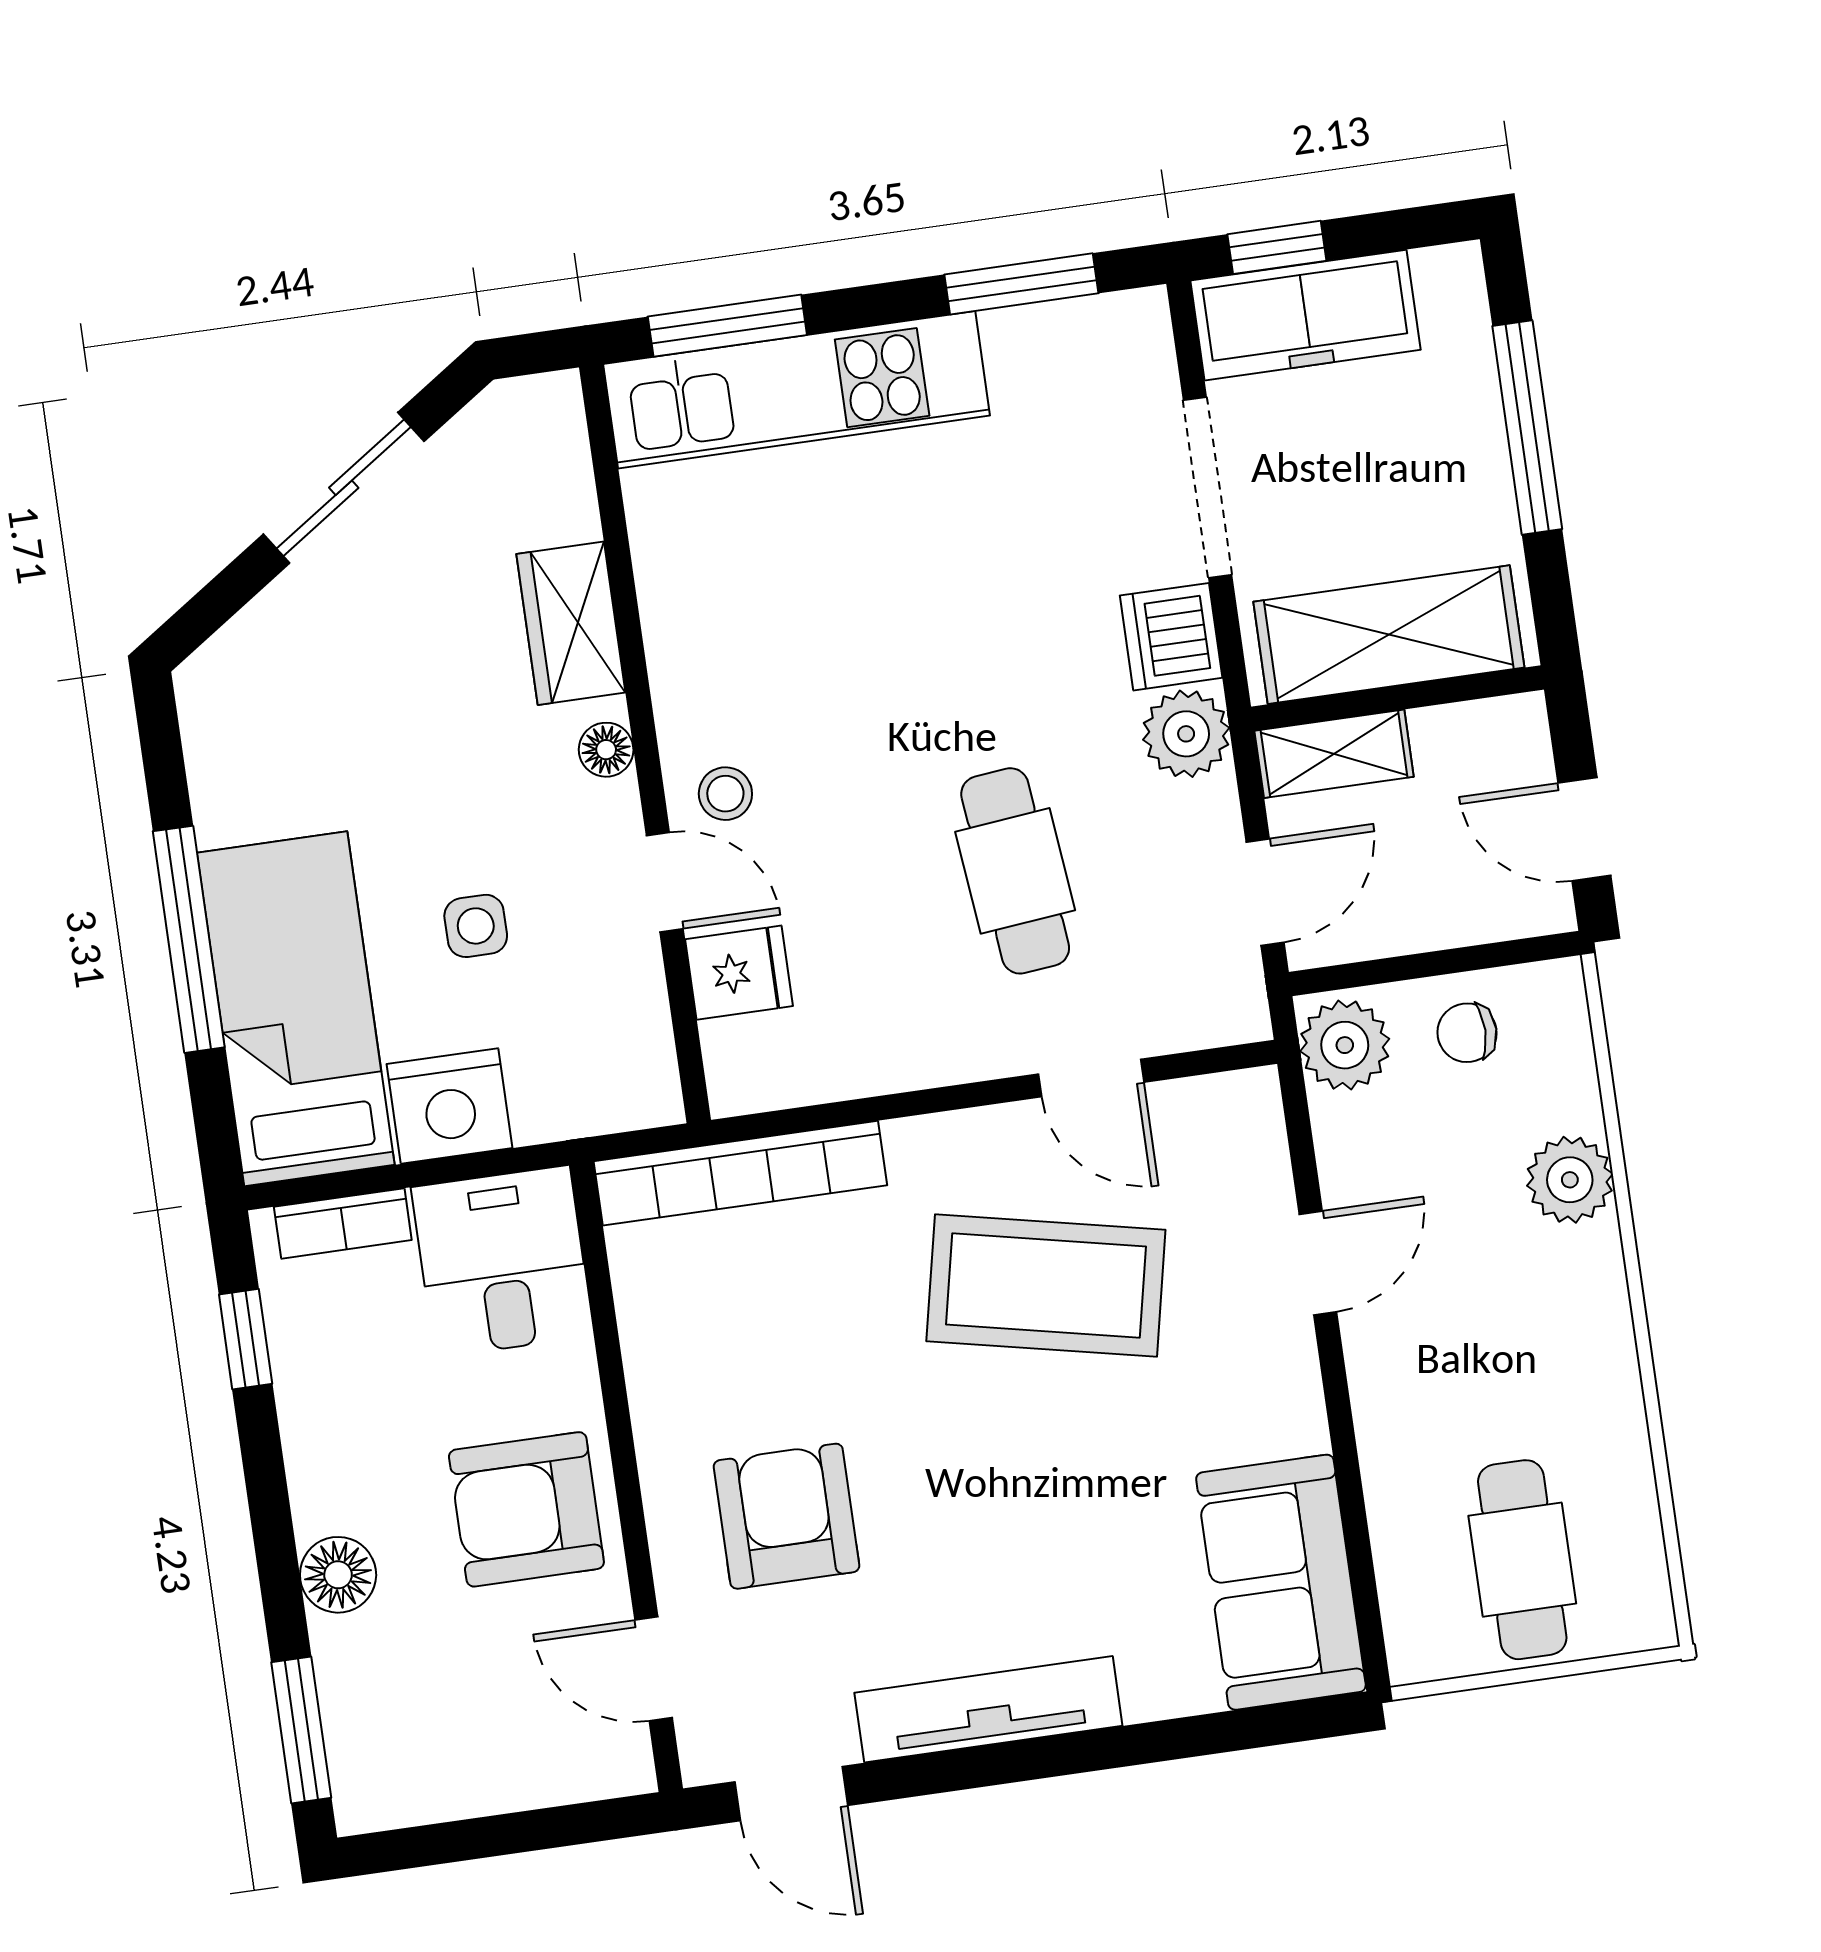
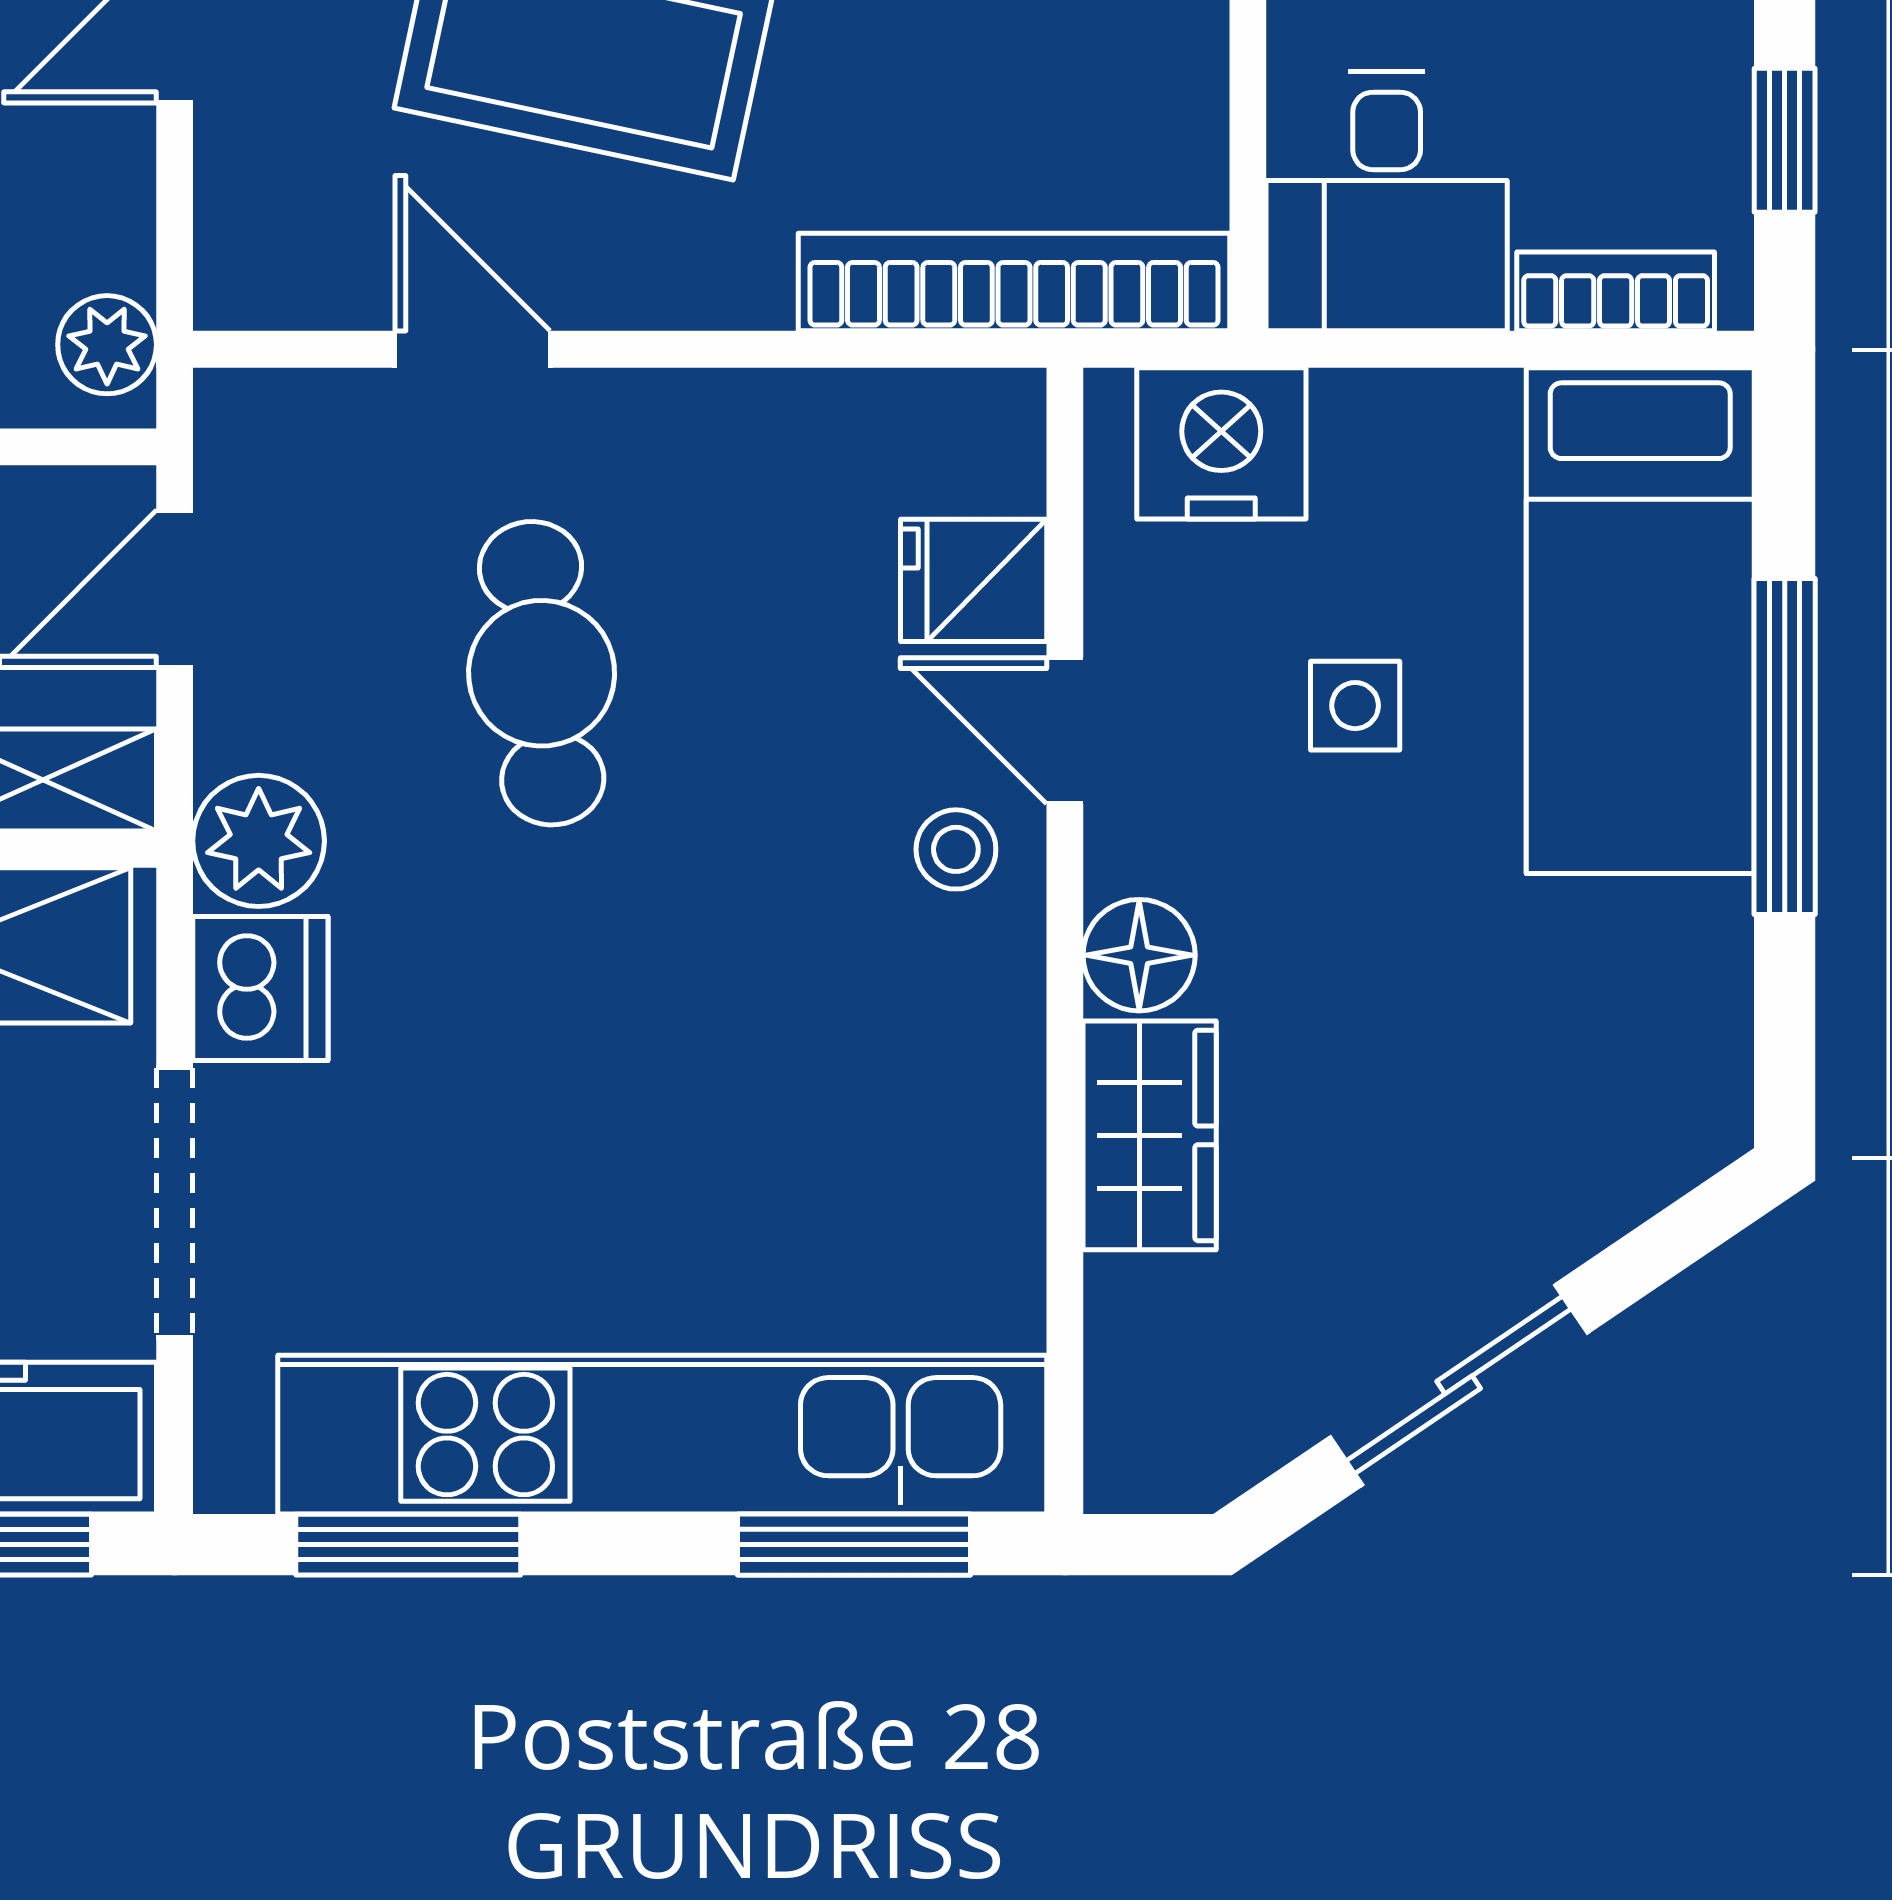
kitchen unit: (797, 390) -> (662, 1435), width x1.36
floor lamp: (606, 750) -> (1139, 955), width x1.37, depth x1.37
plant: (1345, 1045) -> (107, 345), width x0.73, depth x0.73
nightstand: (450, 1106) -> (1221, 443), moved

